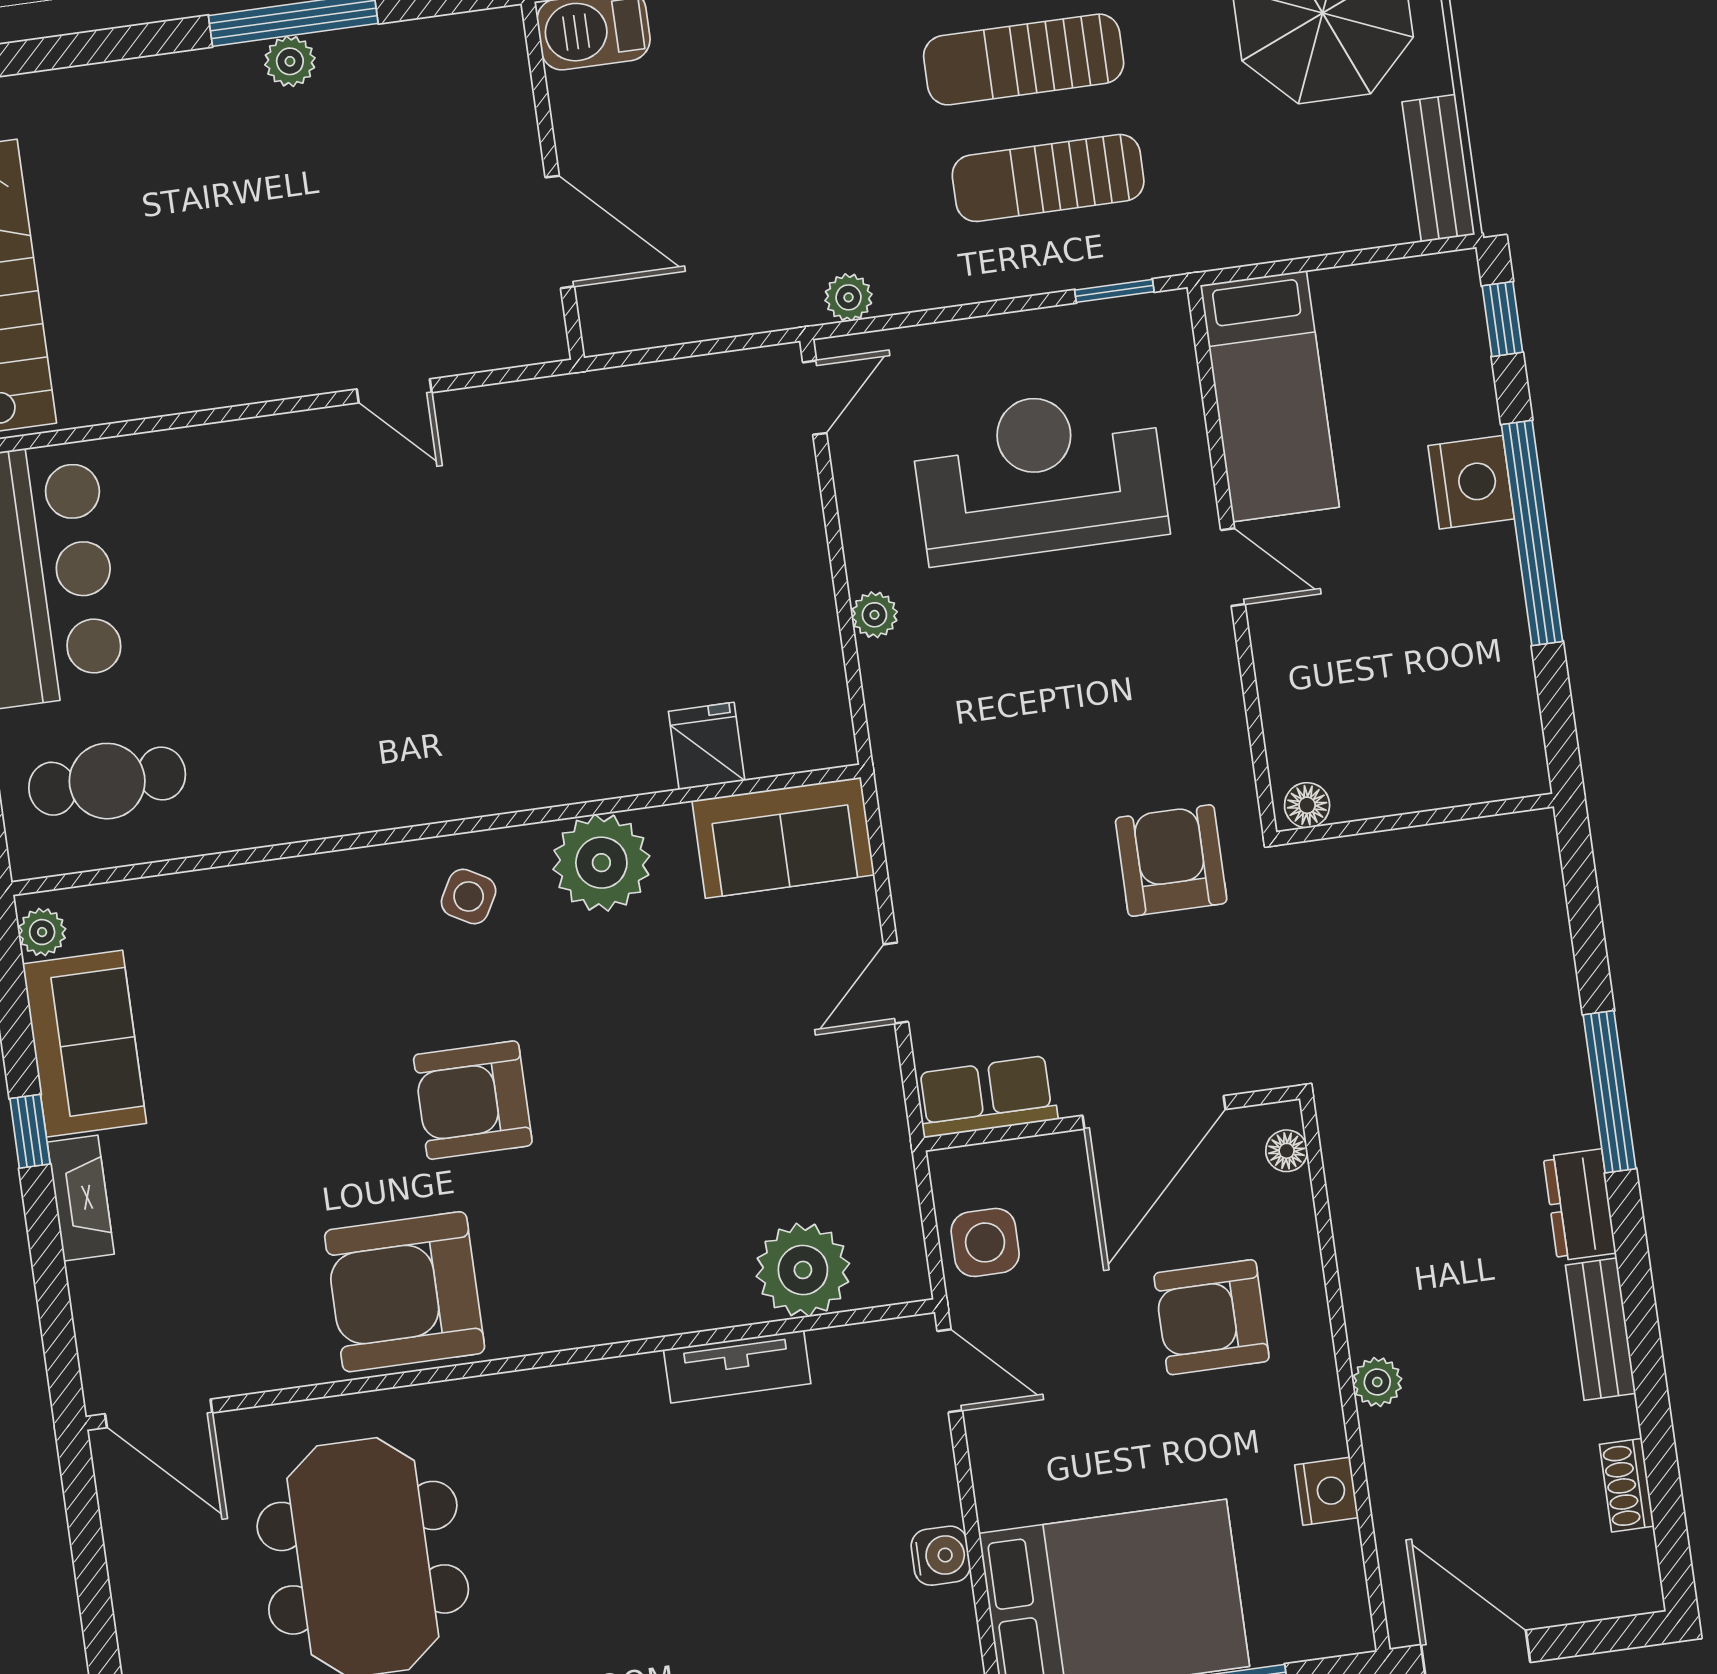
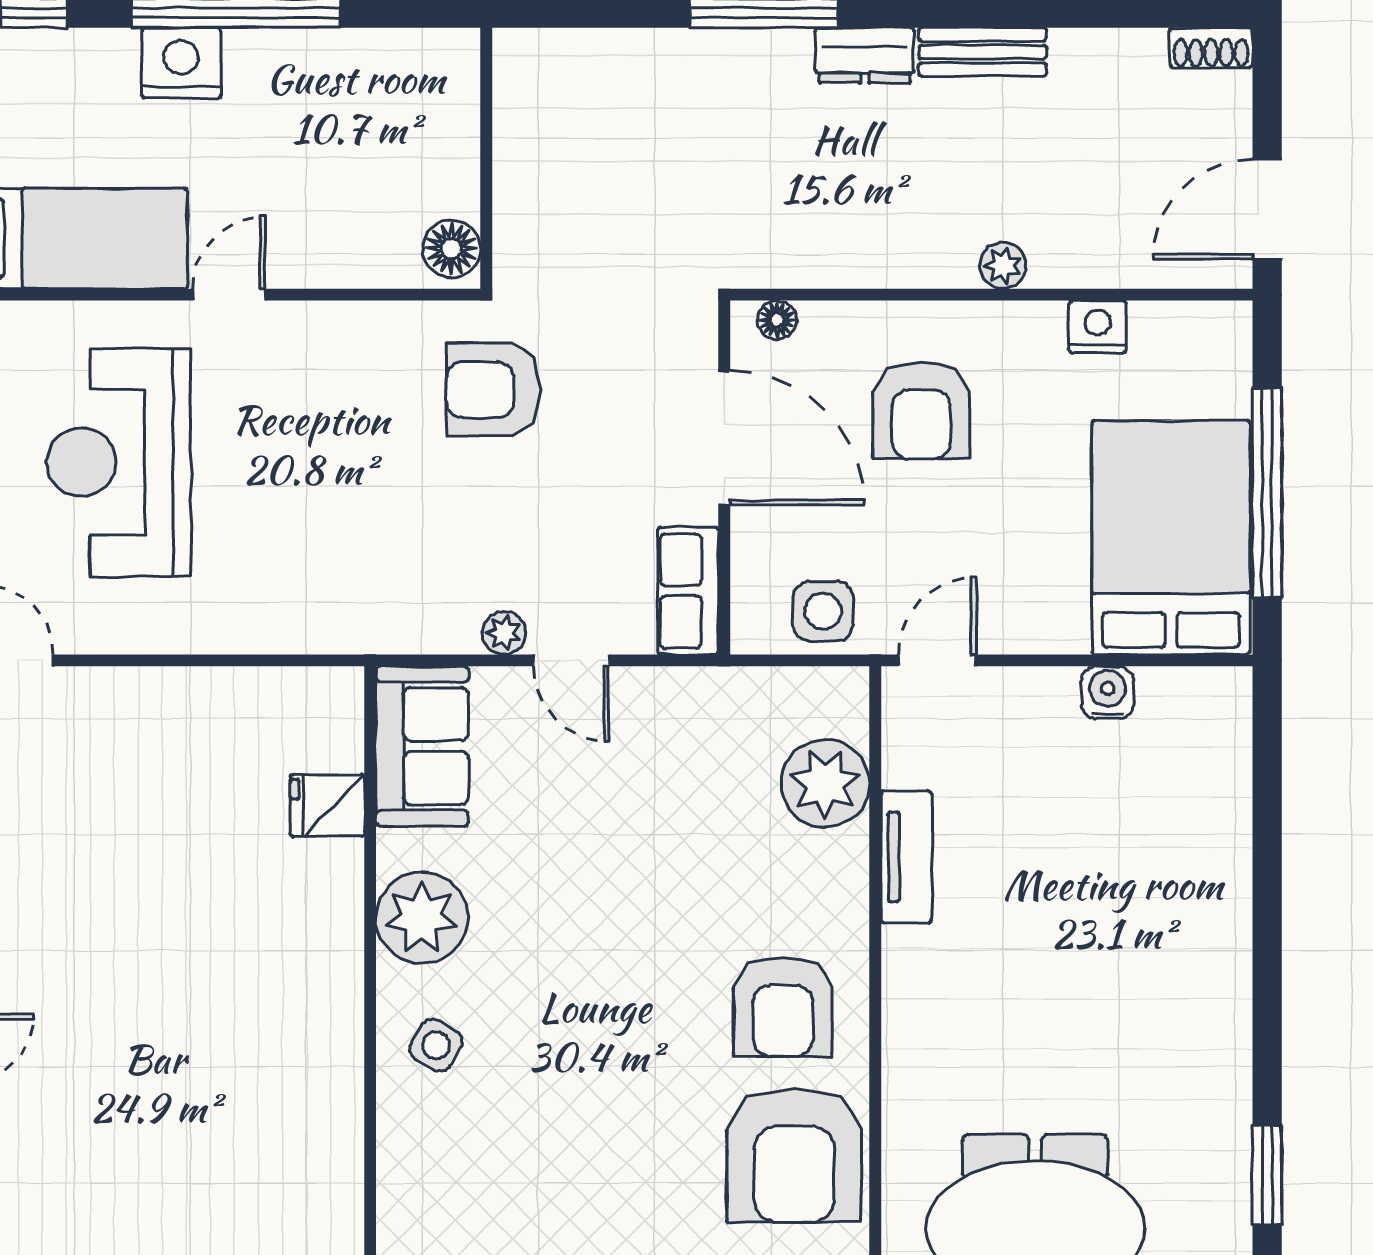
plant: (874, 615) -> (504, 633), moved
floor lamp: (1307, 805) -> (451, 249), width x1.37, depth x1.37
armchair: (473, 1100) -> (783, 1007), moved
shoe rack: (1627, 1485) -> (1211, 48), moved

